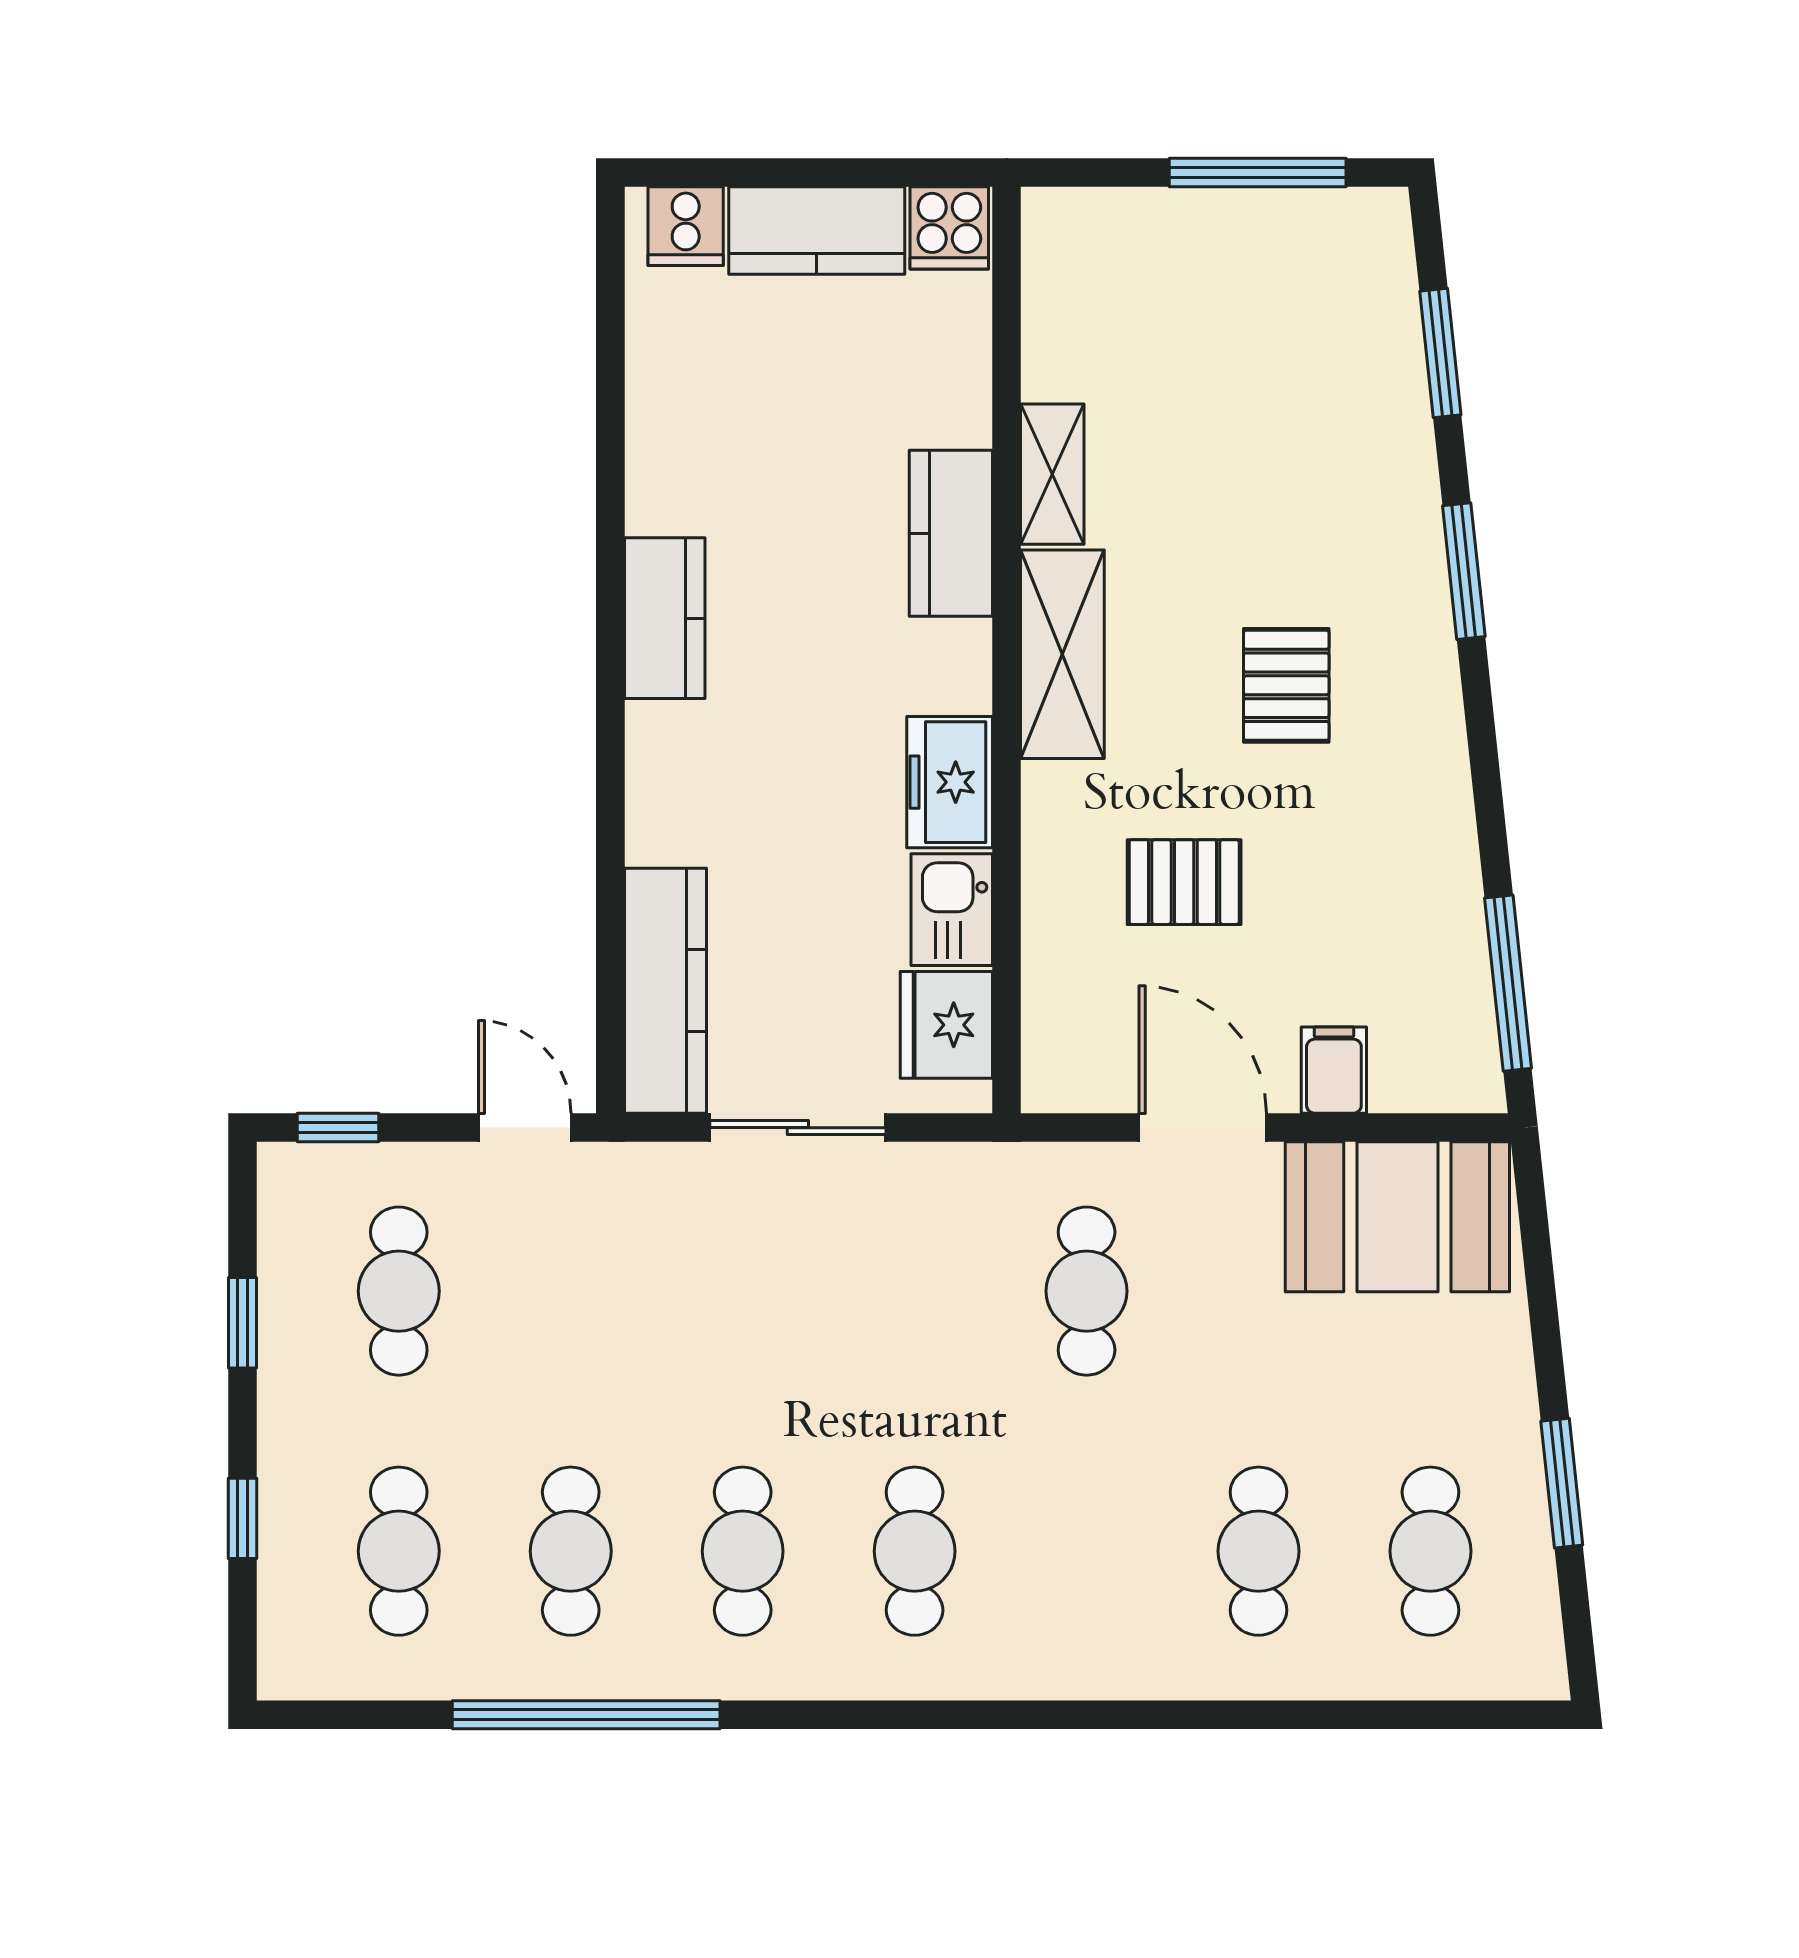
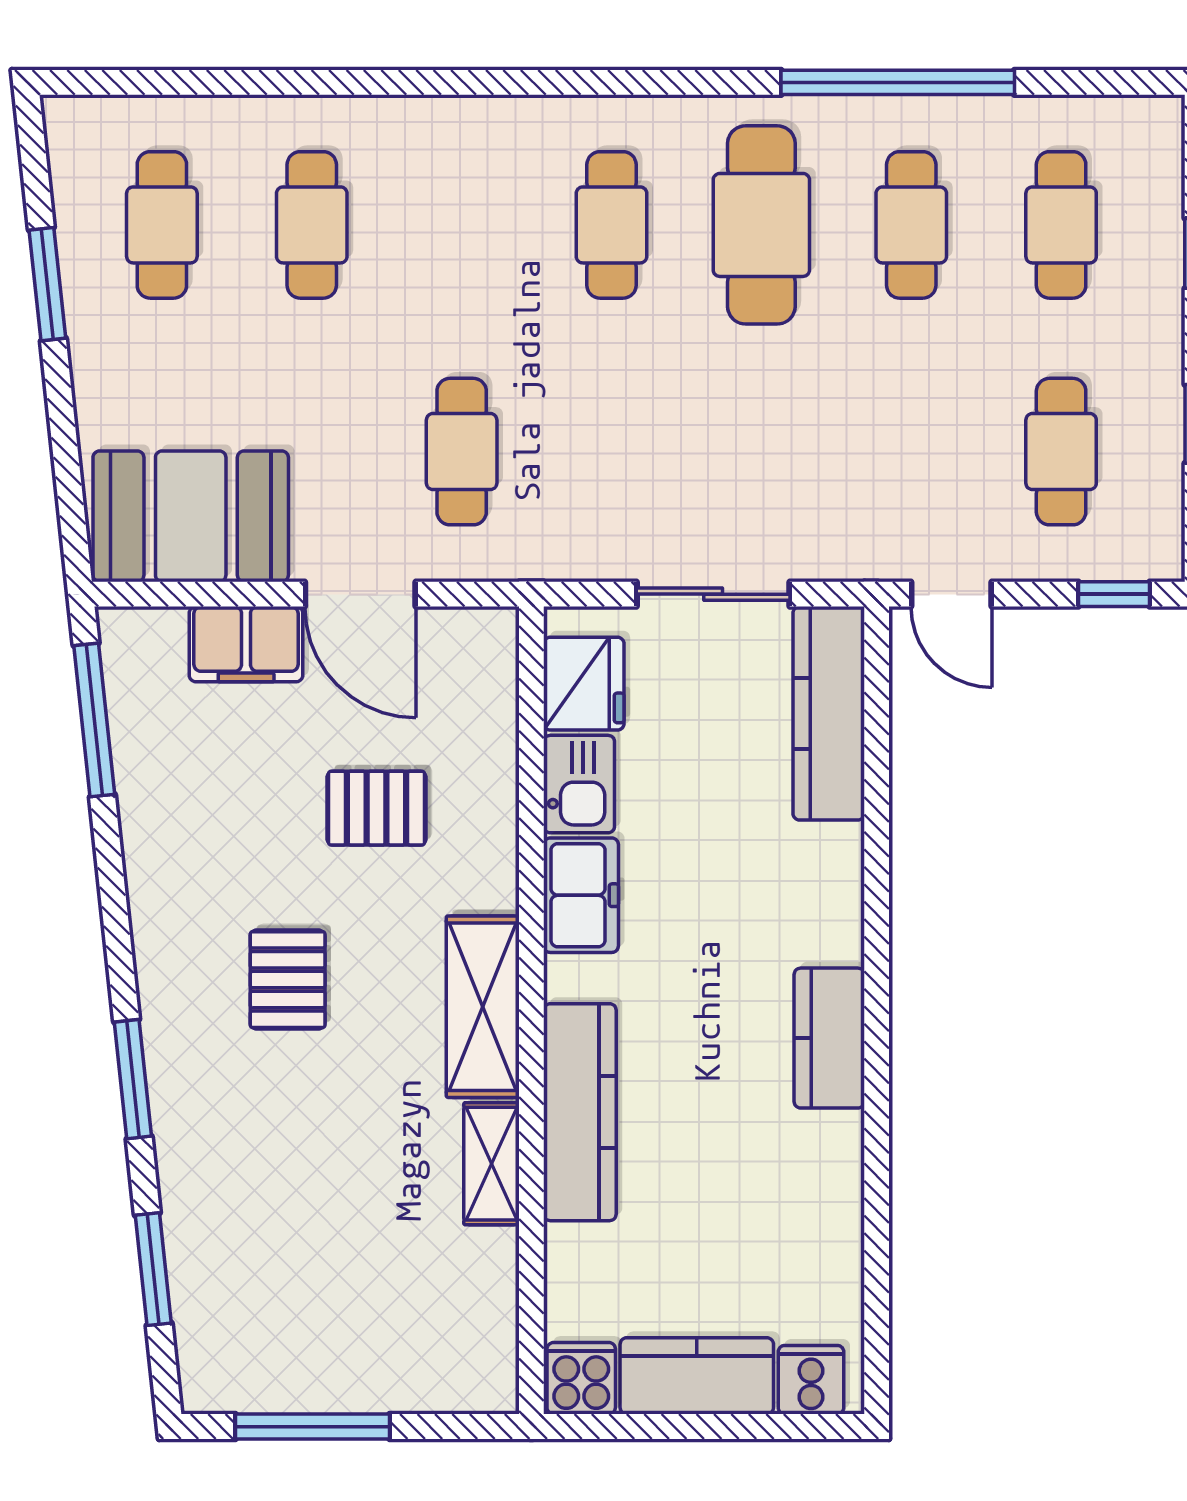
kitchen counter: (951, 533) -> (580, 1112), width x1.50
filing cabinet: (1334, 1070) -> (246, 644), width x2.00
cafe table: (743, 1551) -> (761, 225), width x1.37, depth x1.35

